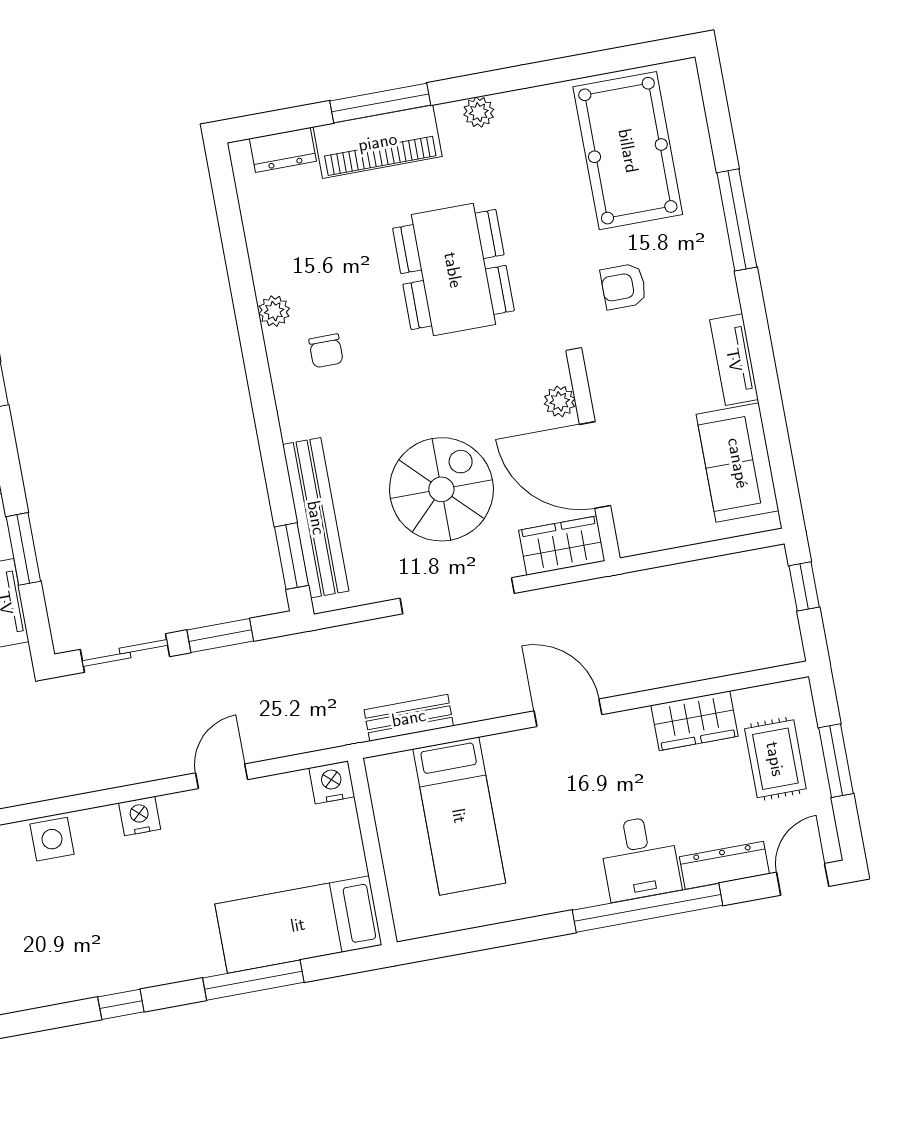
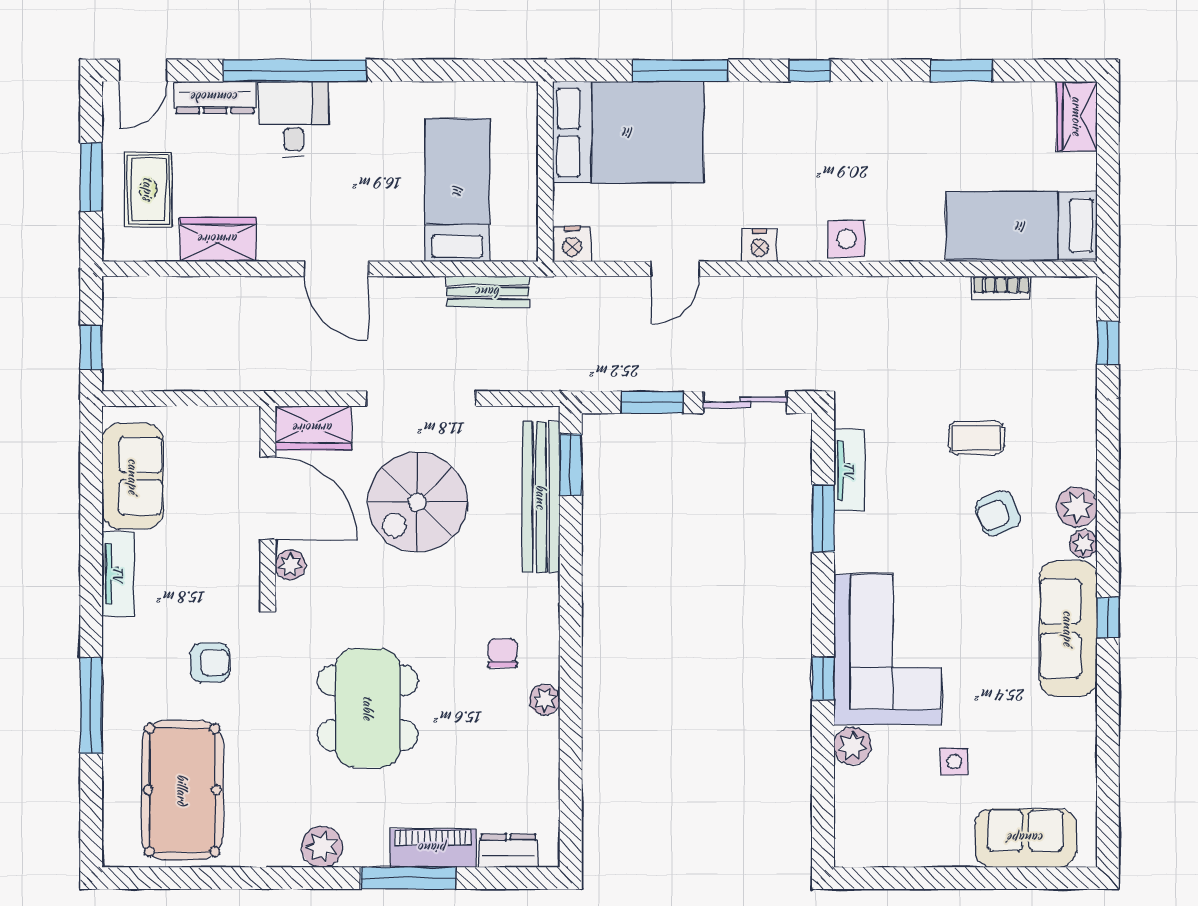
plant: (479, 112) -> (322, 847), width x1.38, depth x1.38
piano: (378, 142) -> (433, 848), width x0.73, depth x0.75
bed: (298, 925) -> (628, 132), width x1.50

